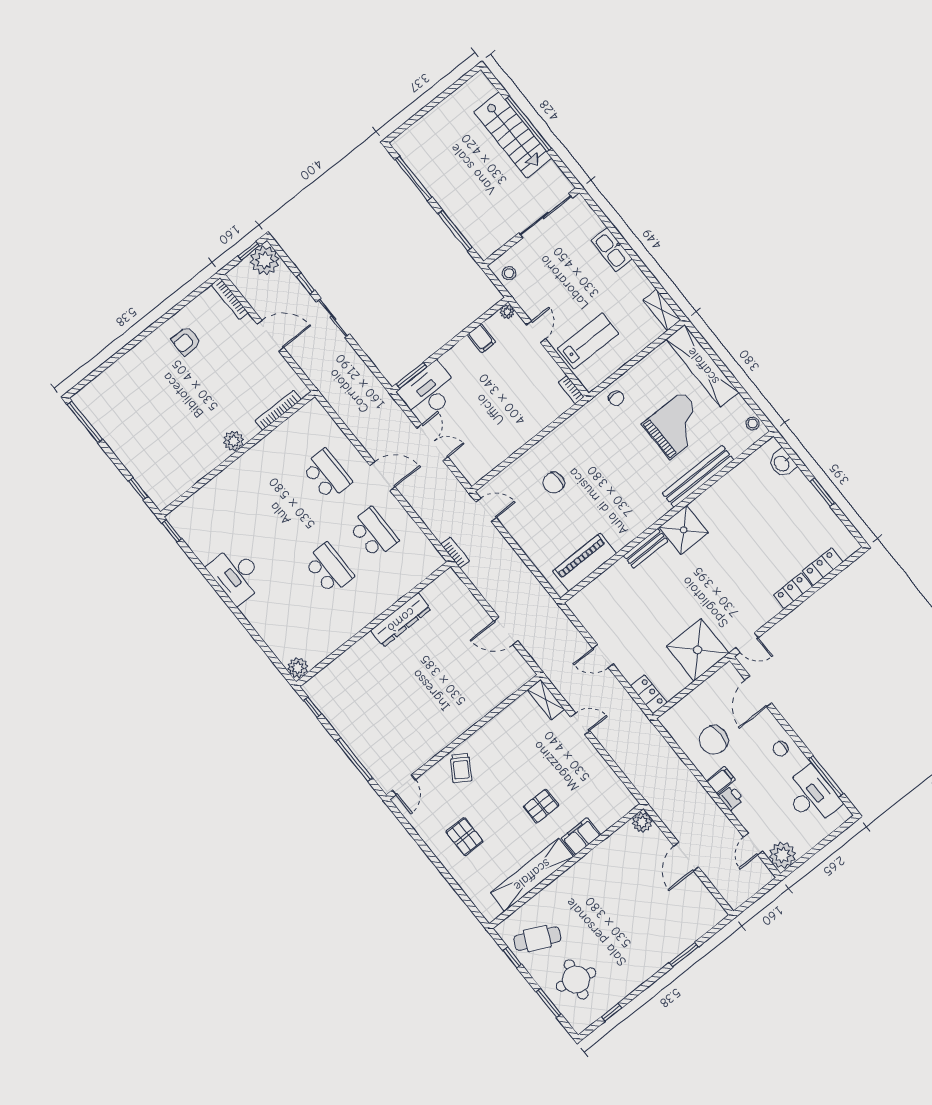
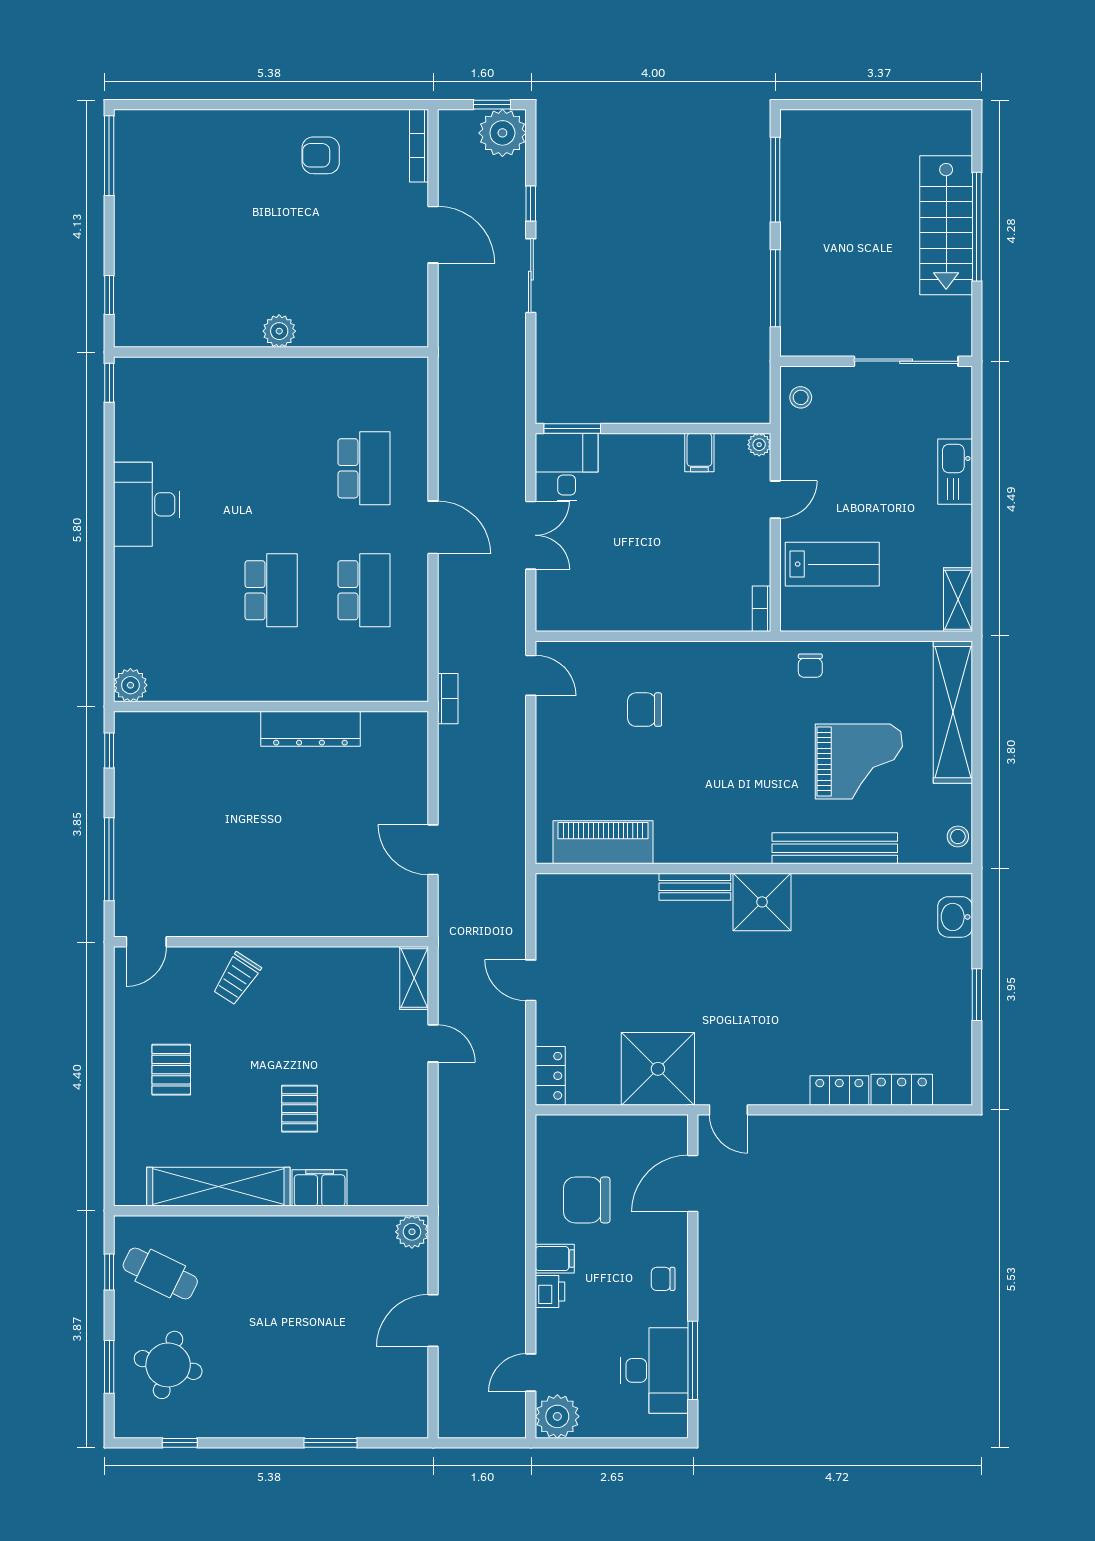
desk: (429, 392) -> (567, 467), width x0.73
bookcase: (278, 410) -> (367, 337), removed
pallet: (541, 806) -> (300, 1109), turned 90

